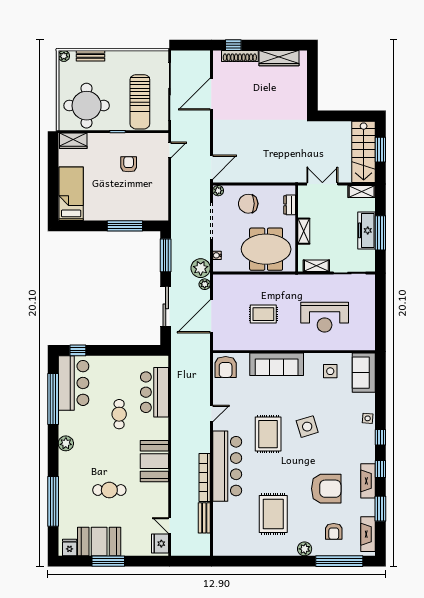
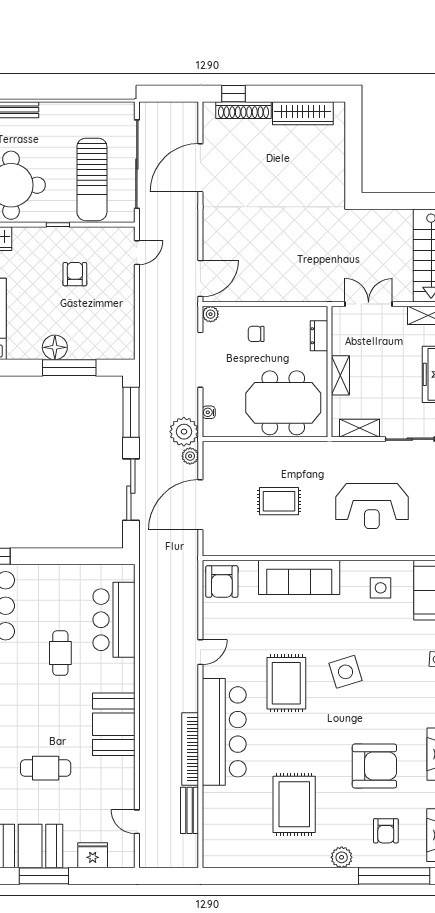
chair: (248, 204) -> (256, 334), width x0.54, depth x0.54
floor lamp: (115, 213) -> (55, 347), added
fridge: (160, 544) -> (93, 855), moved, turned 90

